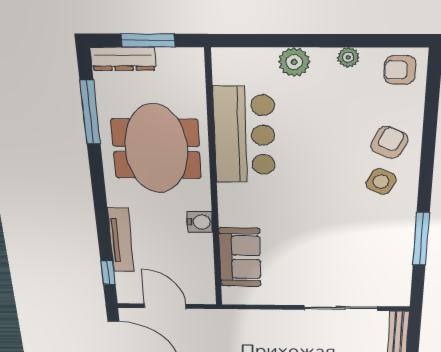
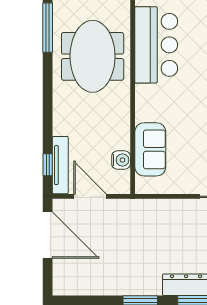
water cooler: (200, 222) -> (121, 160), moved
tv unit: (121, 240) -> (60, 165), moved

